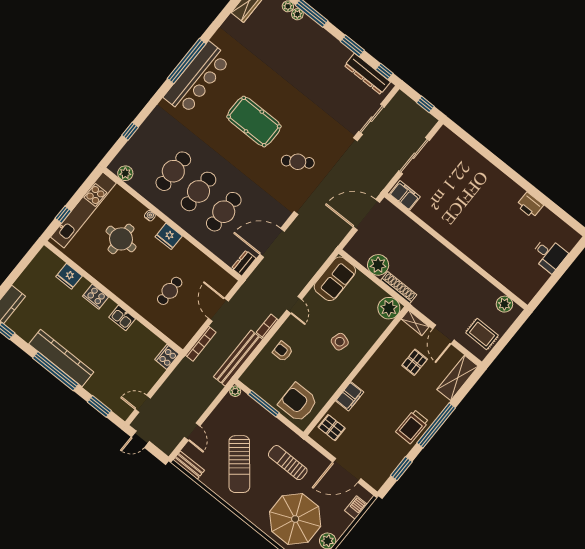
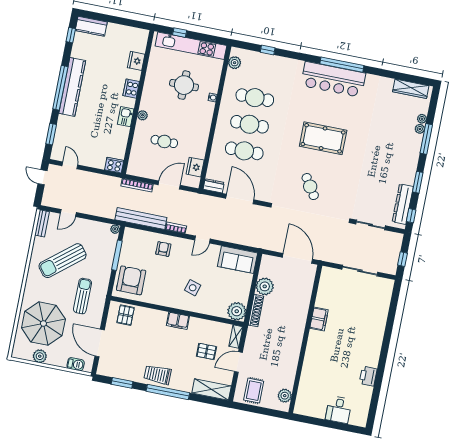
pool table: (254, 122) -> (323, 138), turned 90
filing cabinet: (405, 195) -> (319, 319), moved
fridge: (169, 236) -> (195, 167), moved
plant: (130, 299) -> (142, 115), added
filing cabinet: (350, 396) -> (178, 321), moved

